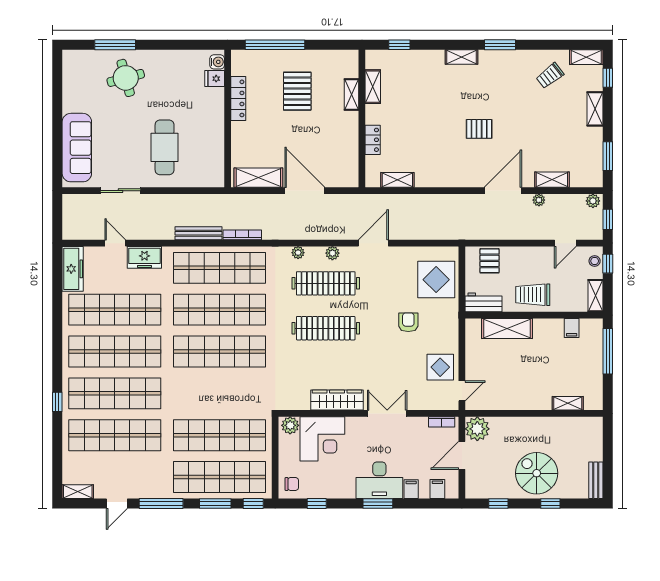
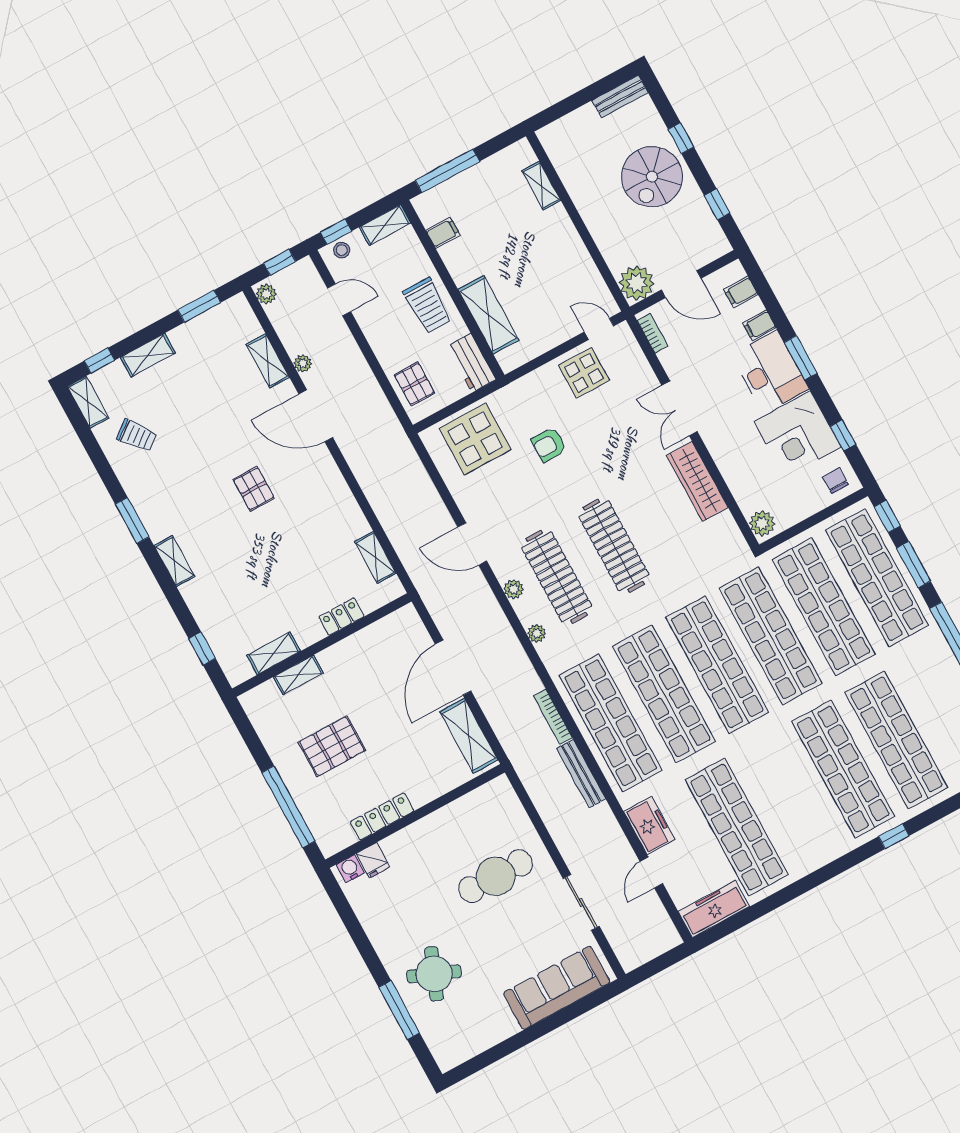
round table: (126, 78) -> (434, 974), turned 37
pallet: (490, 261) -> (414, 384), turned 90
shop shelf: (115, 352) -> (770, 636), moved
corner desk: (322, 439) -> (798, 434), moved, turned 180

